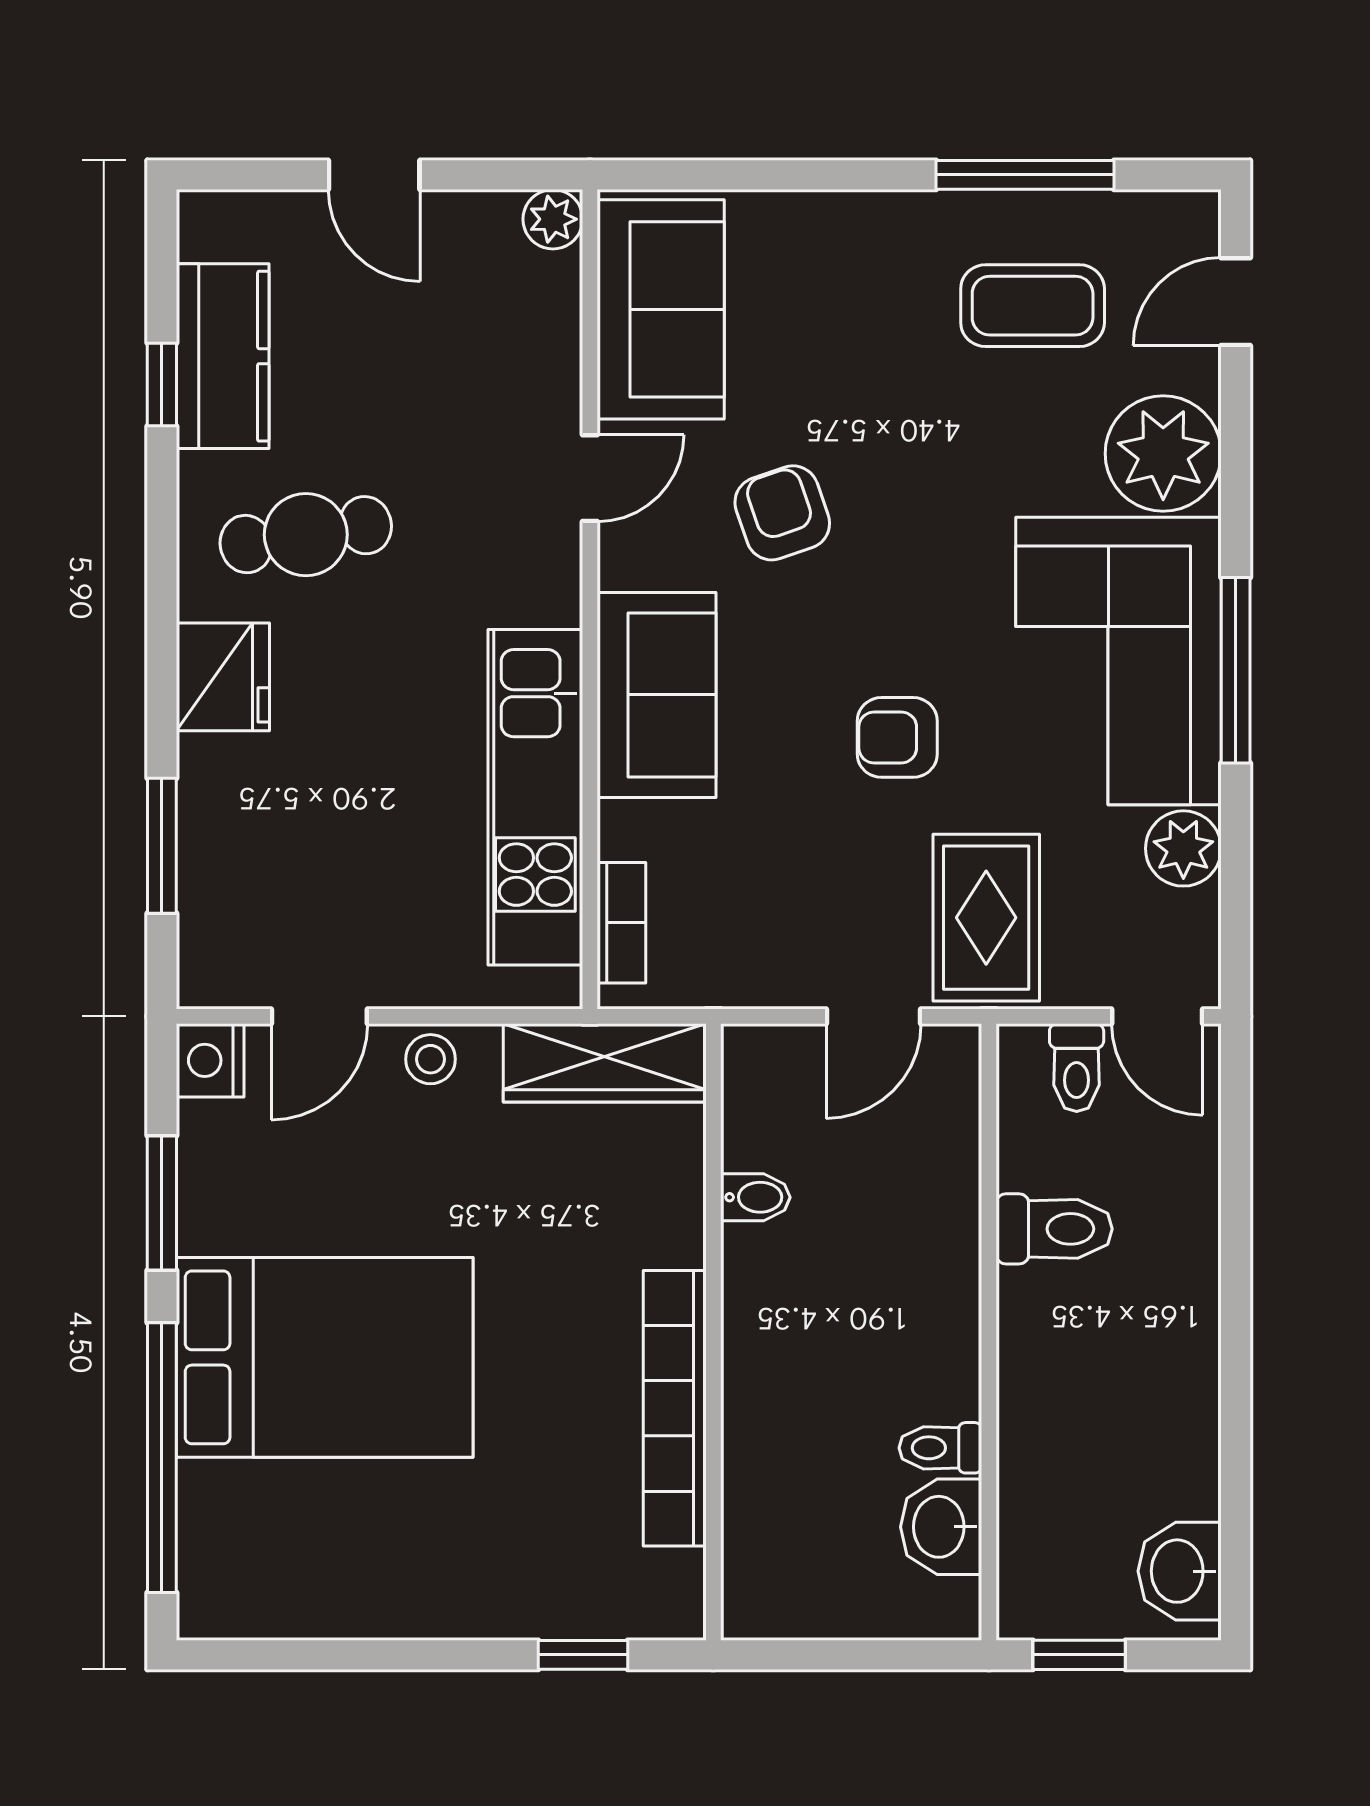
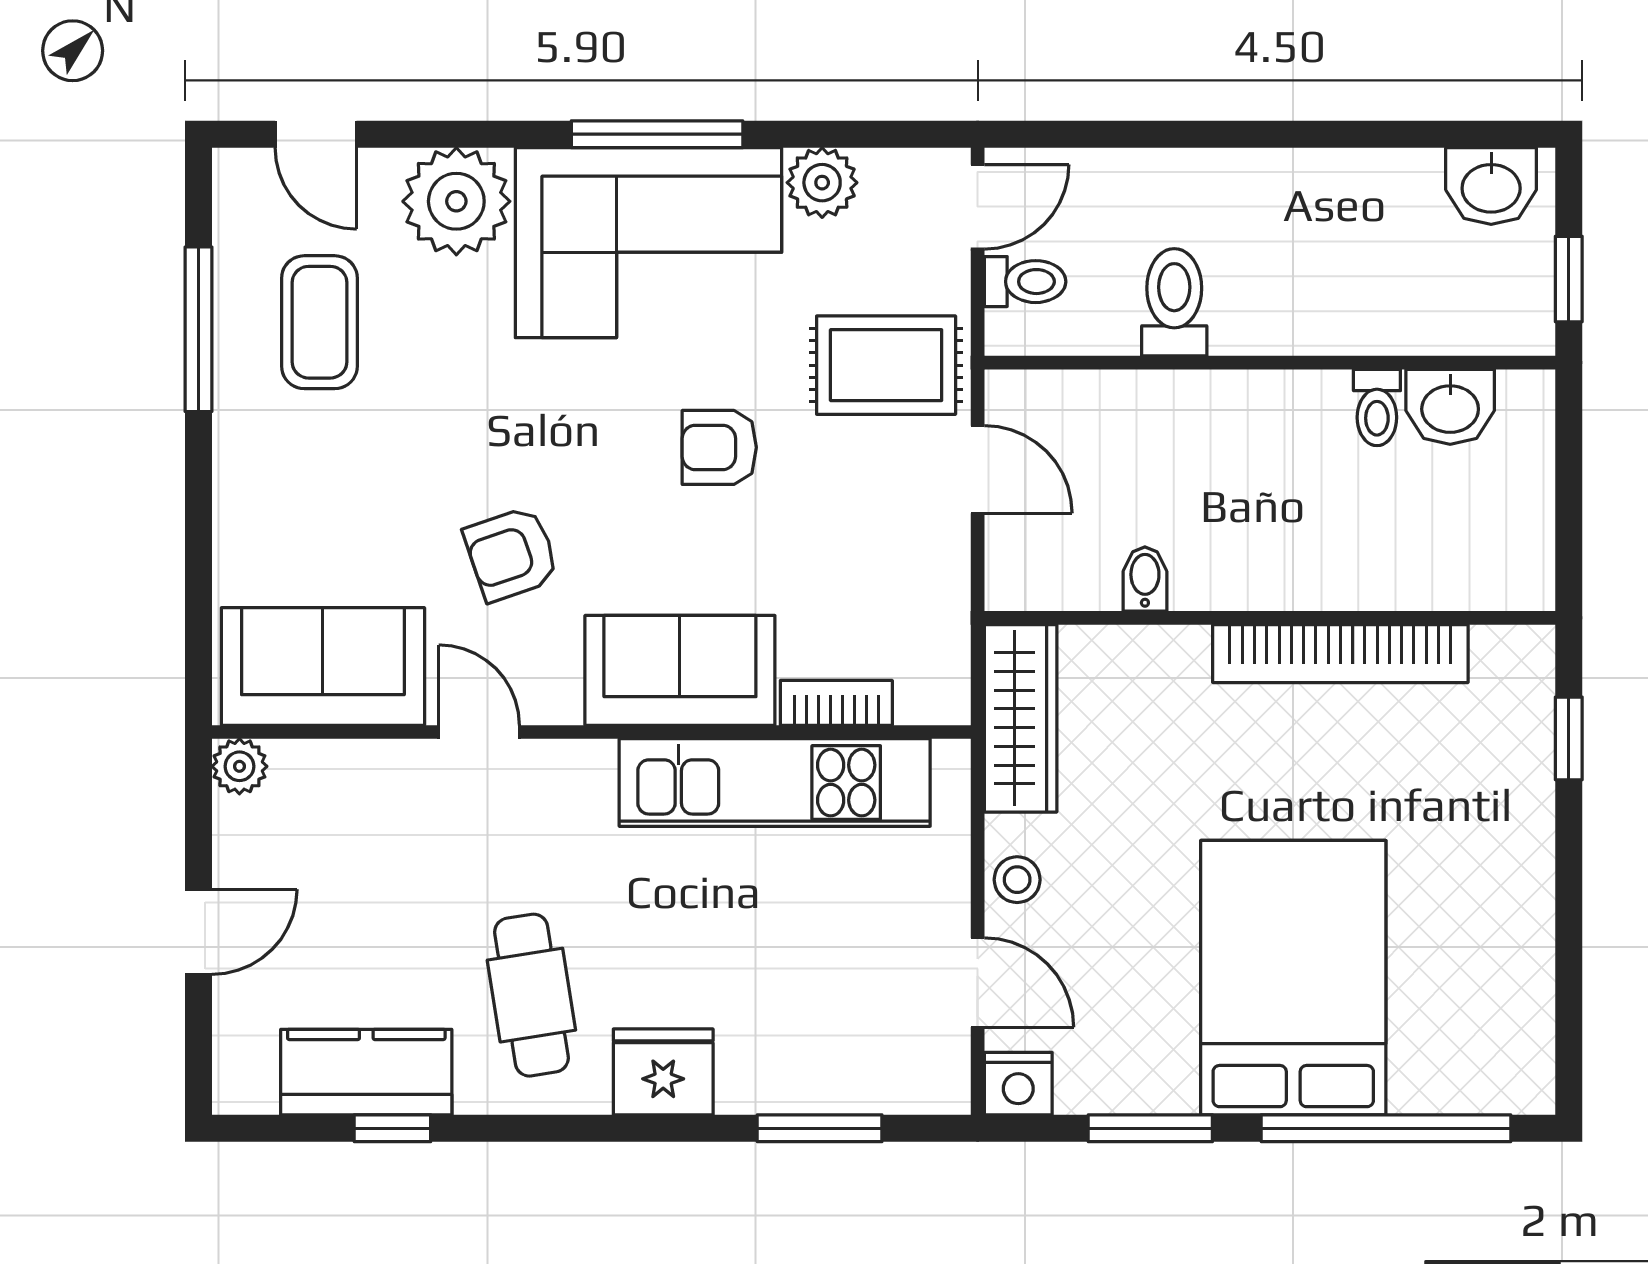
armchair: (897, 737) -> (719, 447), turned 90
bookcase: (621, 923) -> (836, 703), moved

